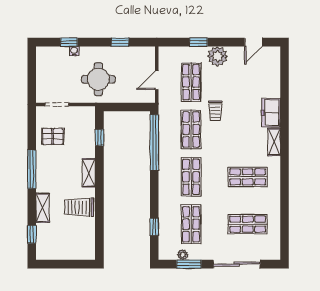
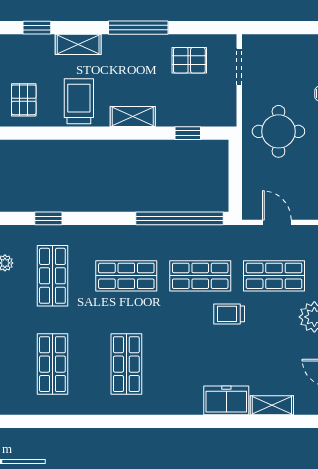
pallet: (53, 136) -> (189, 60), turned 90
shelving: (274, 142) -> (272, 405), moved
shop shelf: (191, 224) -> (52, 276), turned 90
pallet: (78, 243) -> (24, 100), added

